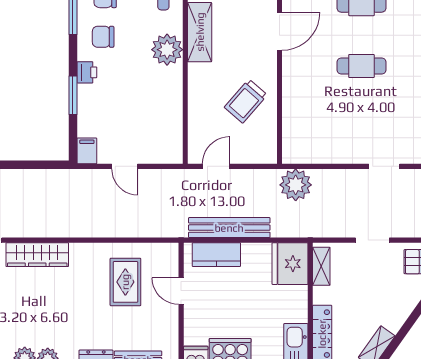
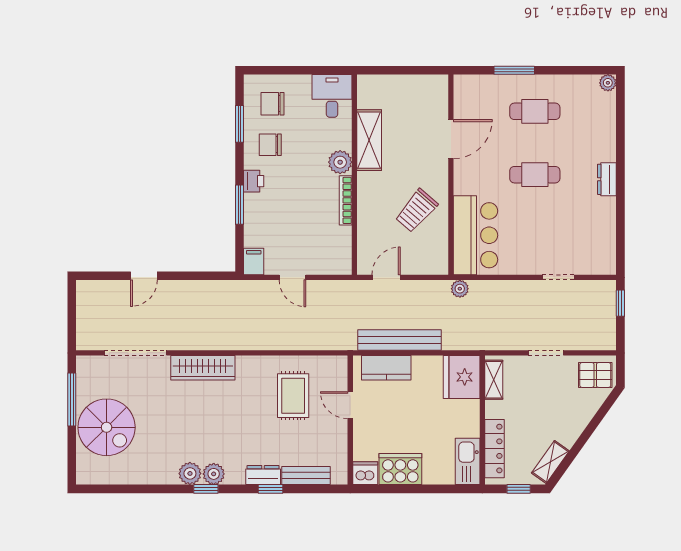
plant: (167, 50) -> (340, 162), width x0.73, depth x0.73
bookcase: (177, 91) -> (346, 200), added
bar counter: (304, 125) -> (475, 235), added
plant: (296, 185) -> (460, 289), width x0.53, depth x0.53

